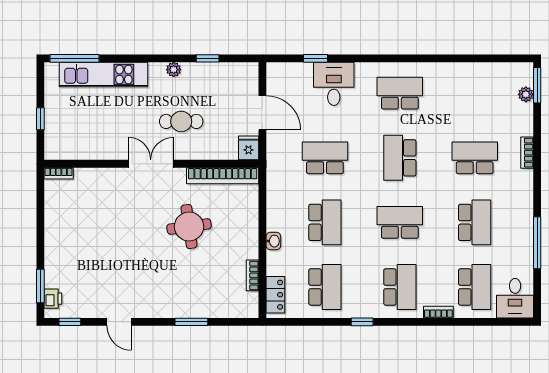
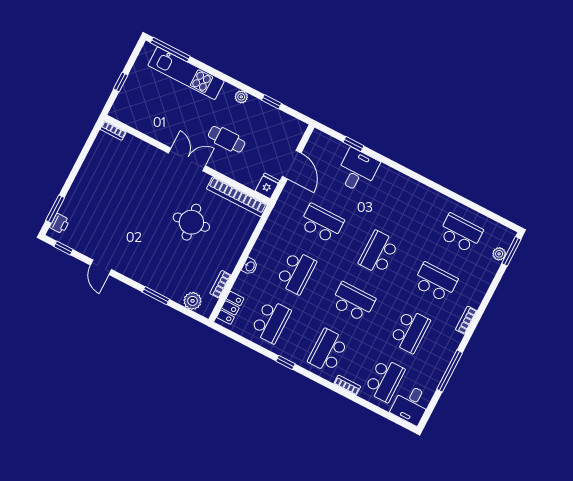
school desk: (400, 93) -> (461, 233), moved
bookcase: (527, 153) -> (466, 320), moved
school desk: (400, 287) -> (328, 351), turned 180
plant: (232, 308) -> (193, 301), added

